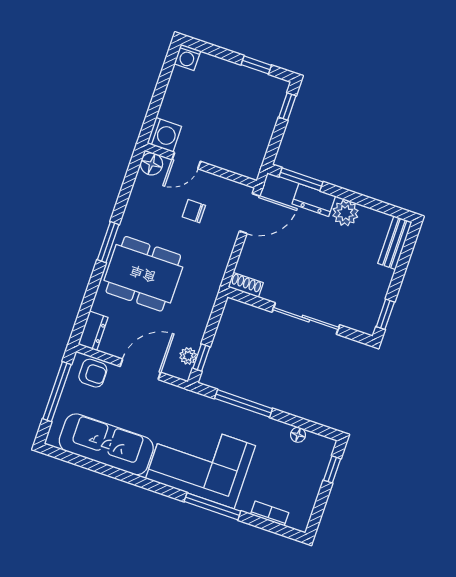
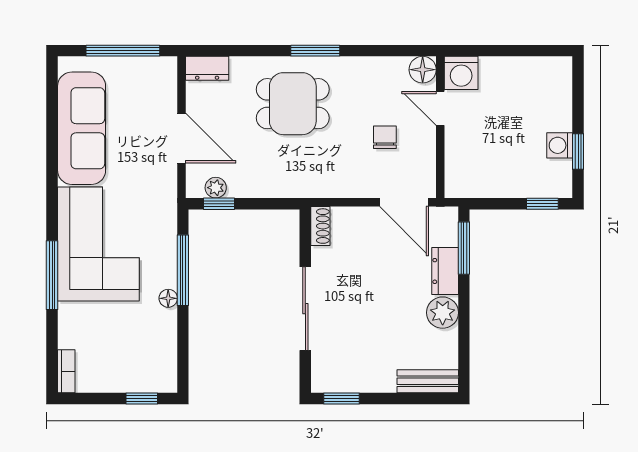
washing machine: (187, 57) -> (560, 145), moved
dining table: (143, 274) -> (293, 104), width x0.73
armchair: (93, 373) -> (158, 85), removed
floor lamp: (298, 435) -> (168, 298), moved
bookcase: (270, 514) -> (66, 371), moved

